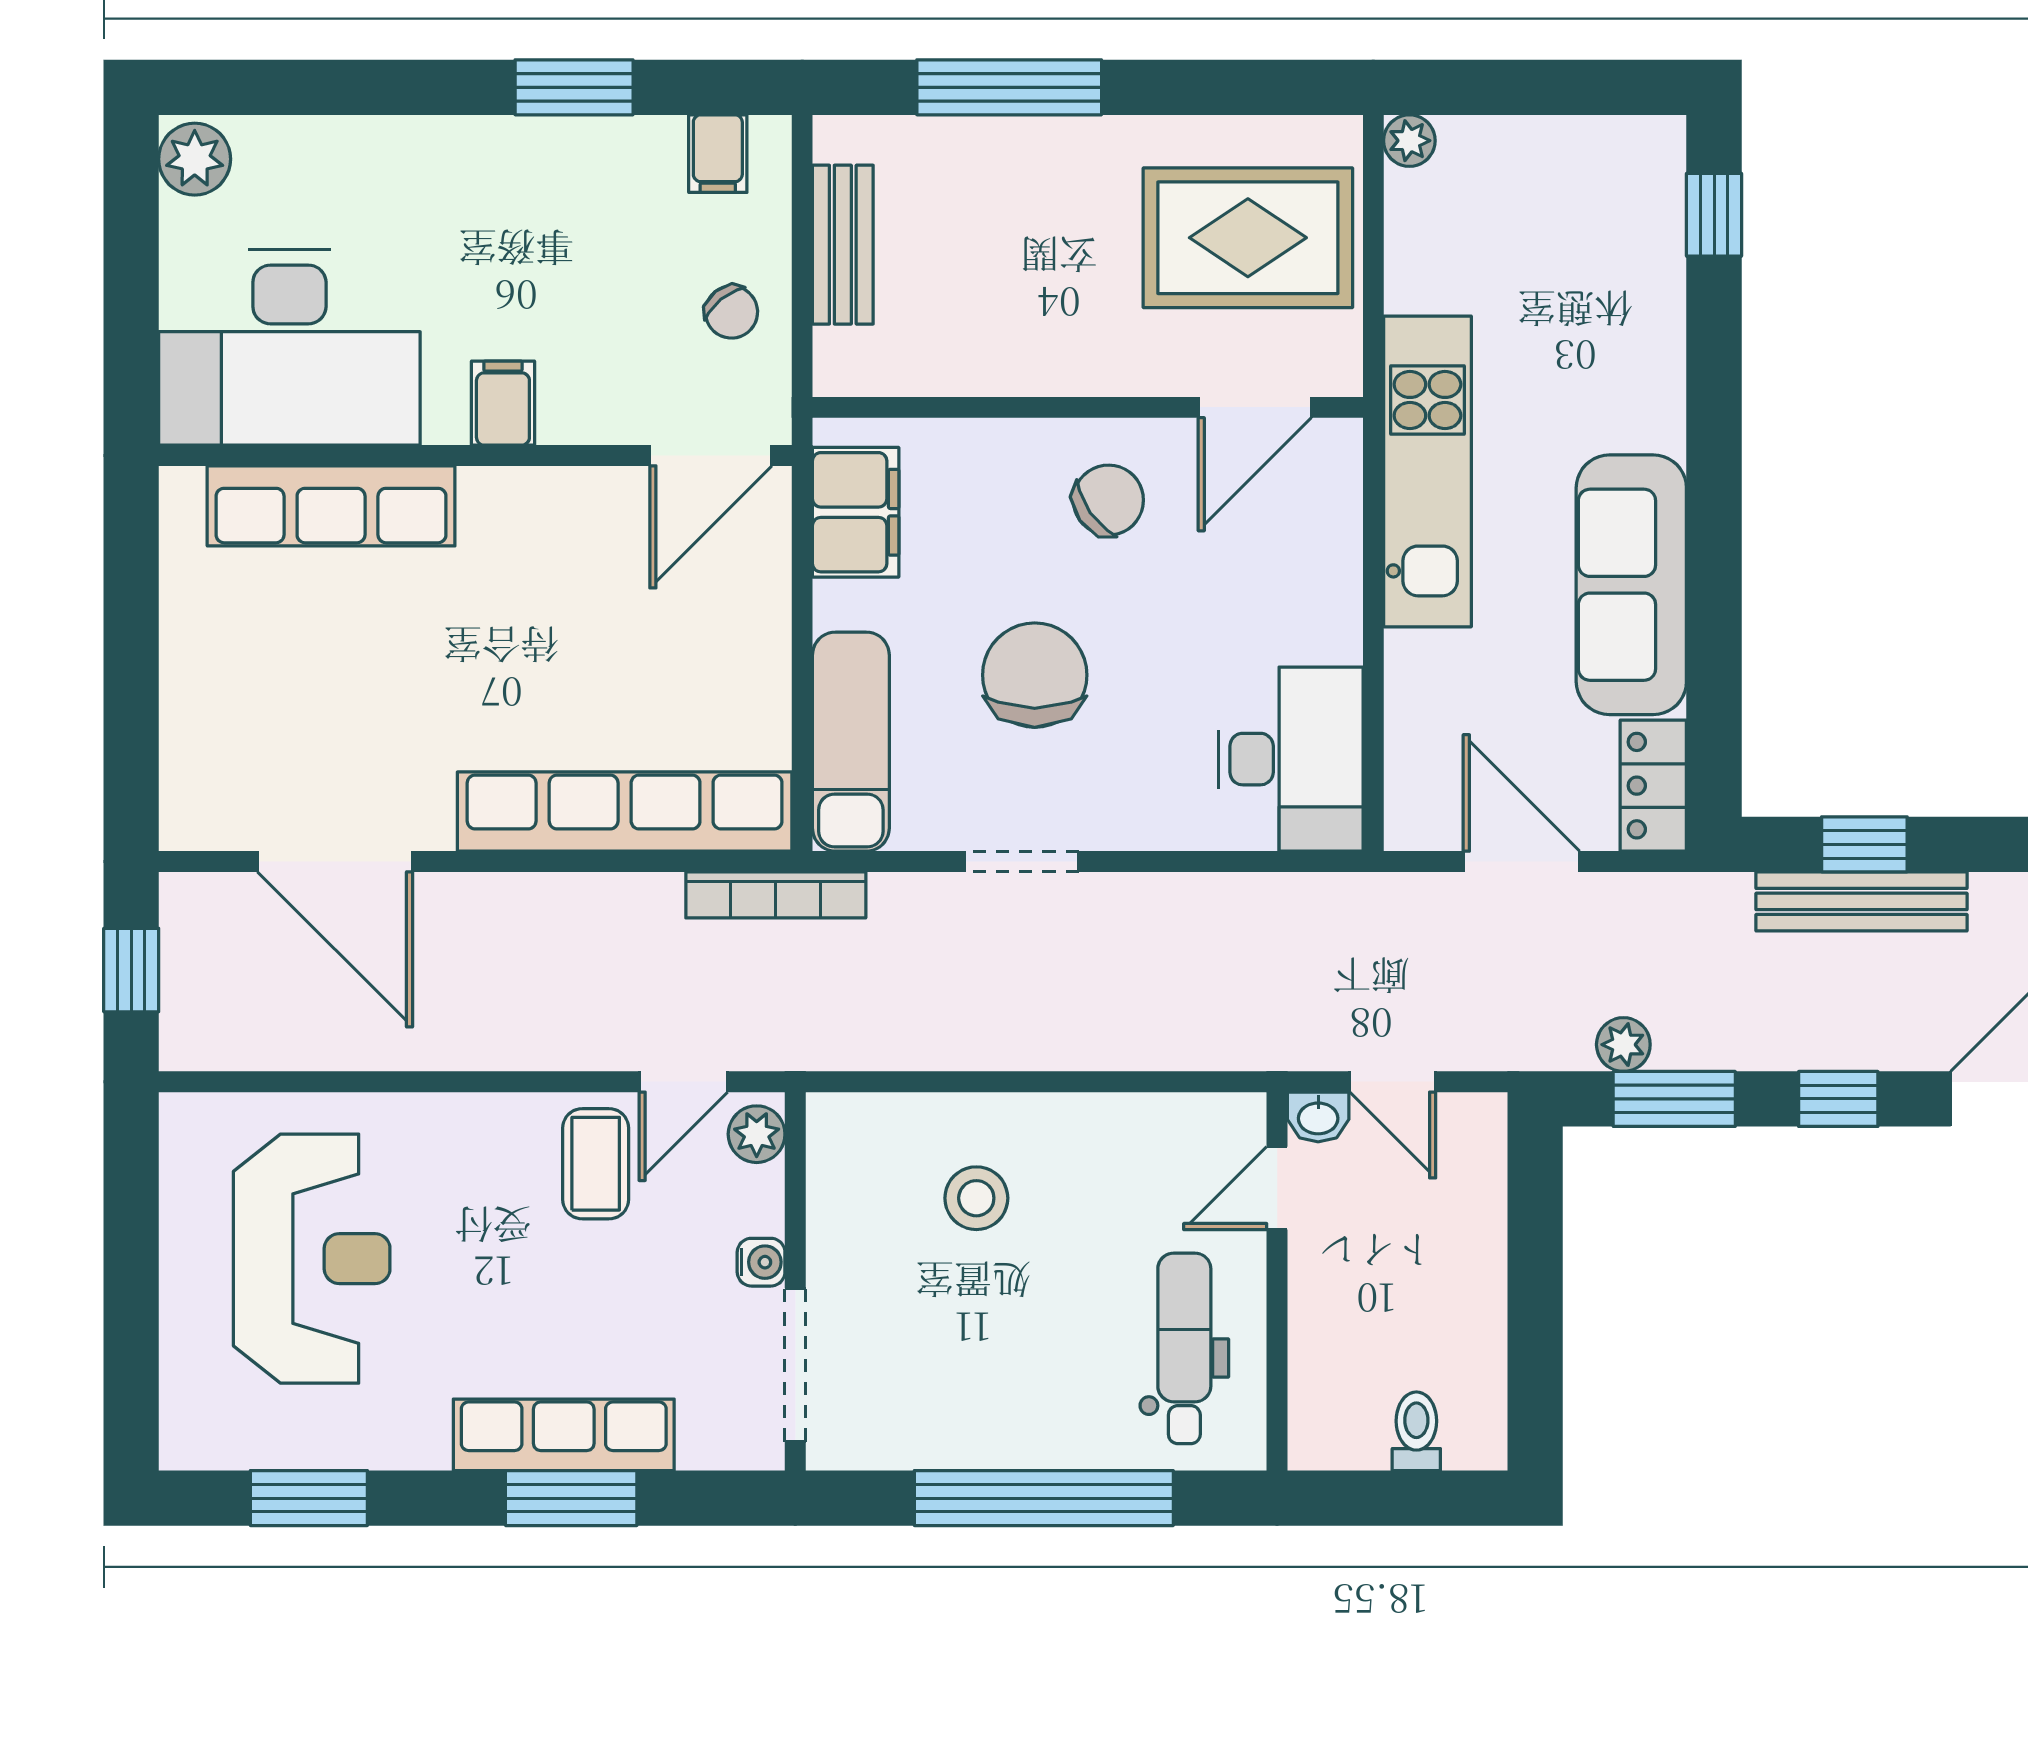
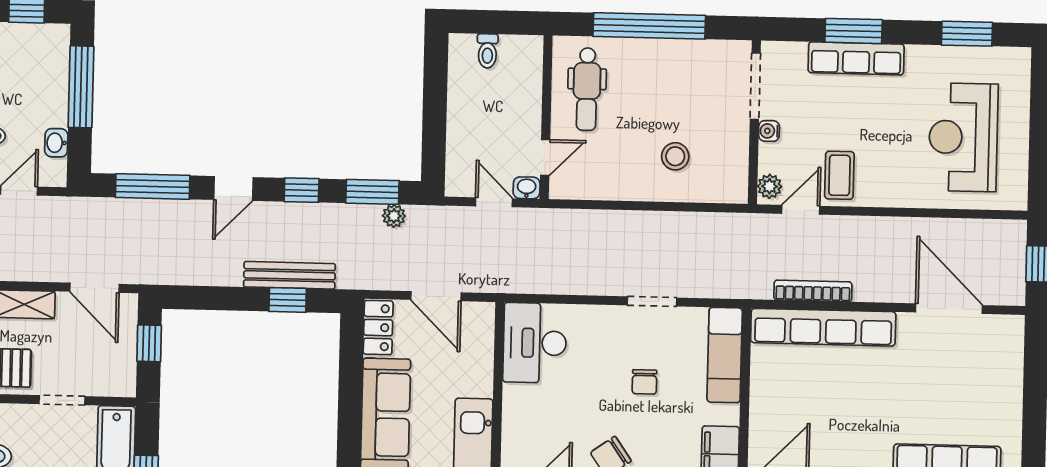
chair: (1035, 675) -> (644, 382), width x0.54, depth x0.54
bookcase: (776, 895) -> (813, 291), moved

